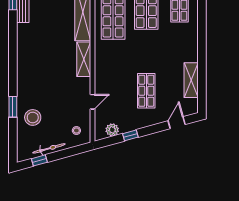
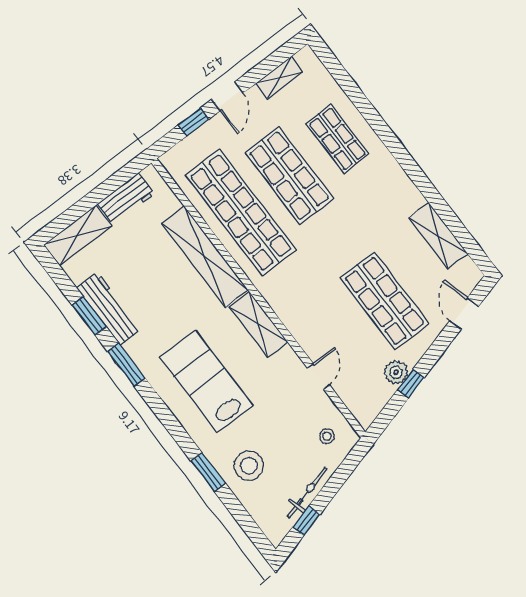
window: (13, 33) -> (126, 365), added
lab bench: (42, 67) -> (206, 381), added
shop shelf: (146, 91) -> (385, 301), width x1.43, depth x1.36
plant: (112, 130) -> (396, 372), moved

